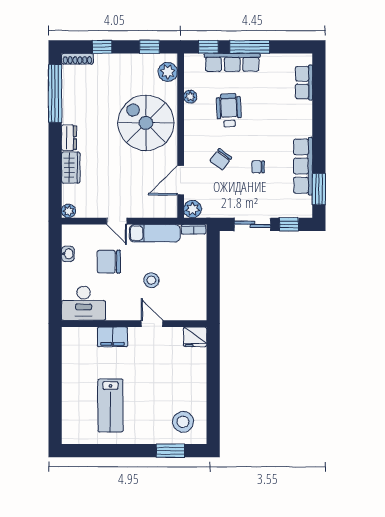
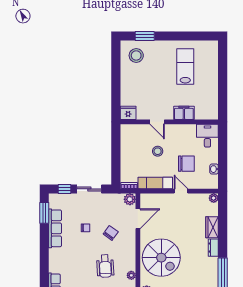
desk: (84, 303) -> (207, 136), width x0.73

